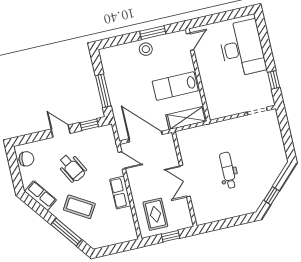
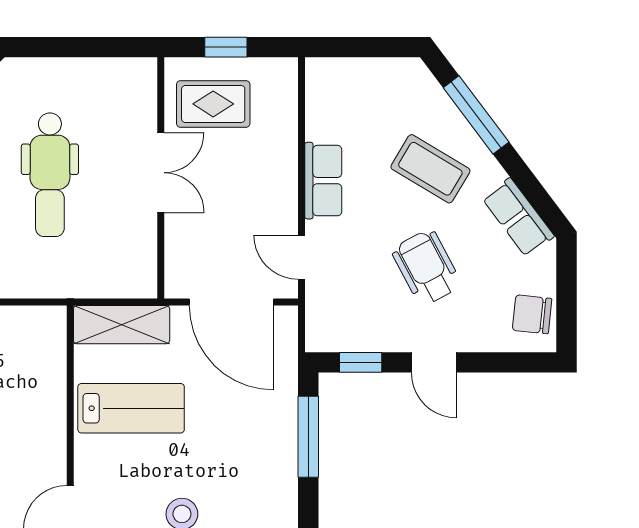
dental chair: (228, 170) -> (50, 175), width x1.36, depth x1.38
rug: (155, 214) -> (213, 104), moved, turned 90

